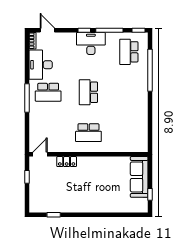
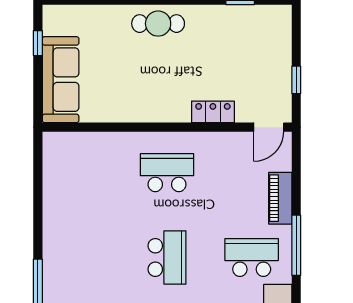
piano: (35, 120) -> (280, 198), added
cafe table: (93, 204) -> (158, 24), added

